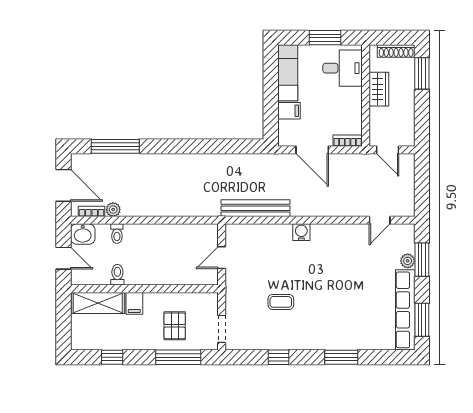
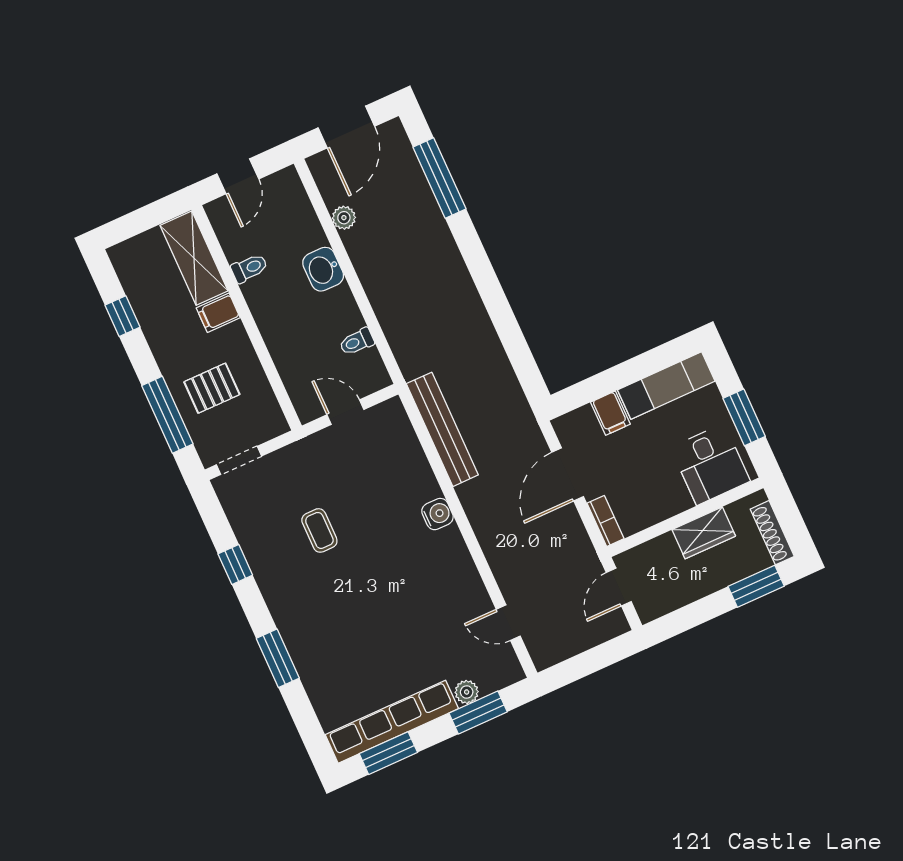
bookcase: (91, 211) -> (326, 187), removed
washbasin: (83, 234) -> (323, 269), moved
toilet: (117, 234) -> (357, 342), moved

